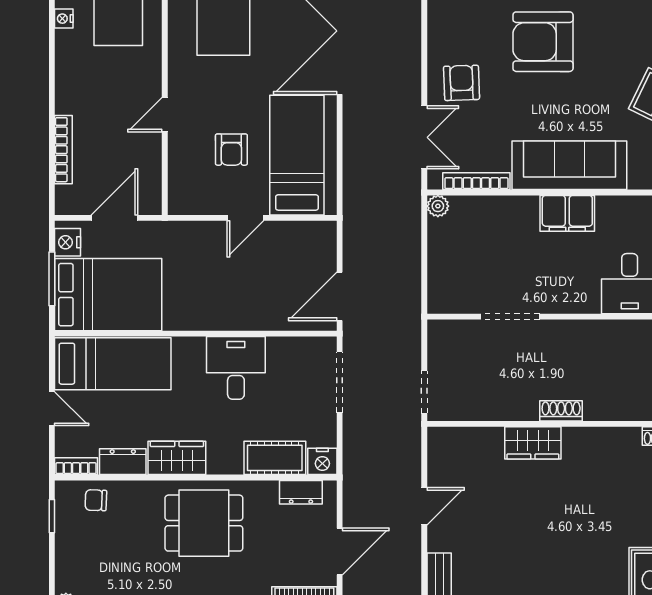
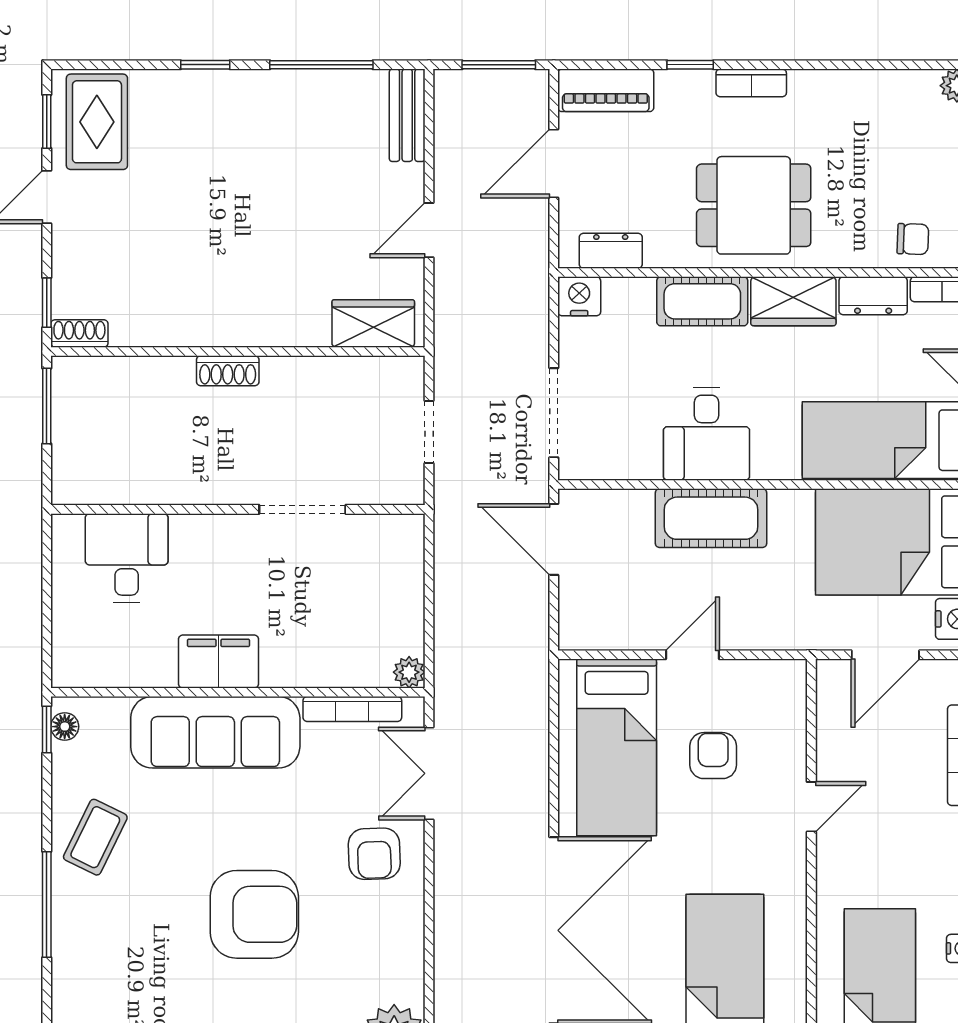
door: (340, 296) -> (554, 539), swing flipped
cot: (233, 311) -> (711, 518), added
doorway: (424, 392) -> (429, 432), moved
wardrobe: (533, 443) -> (373, 323), moved
cot: (275, 458) -> (702, 301), moved

